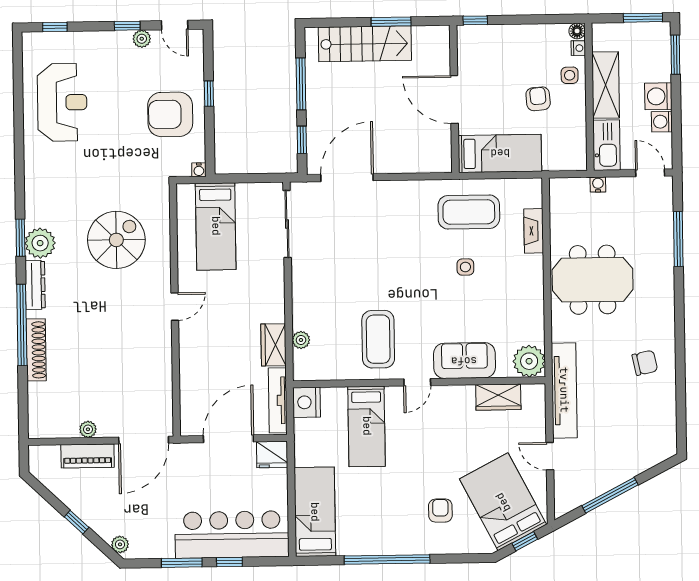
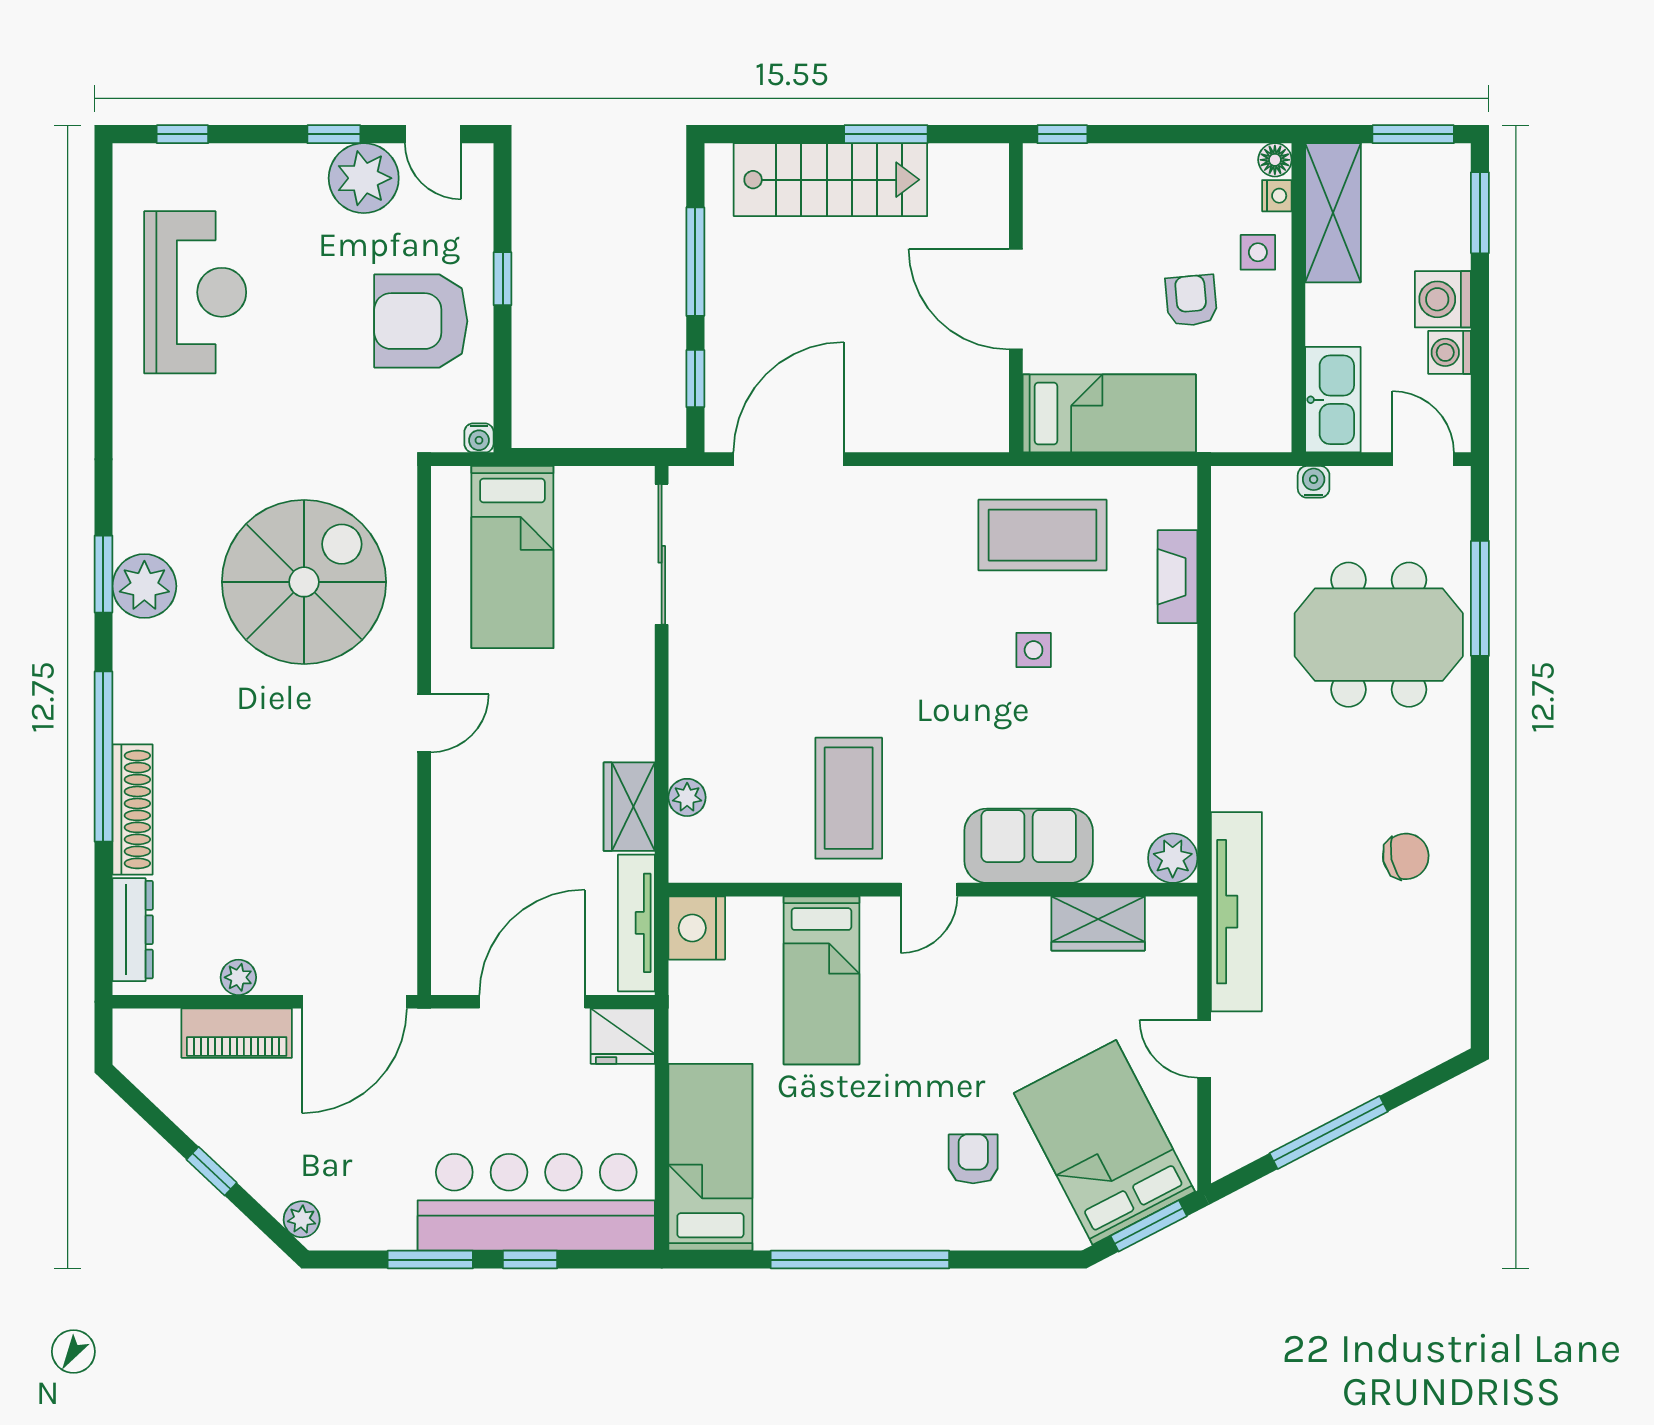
plant: (142, 39) -> (364, 178), width x1.88, depth x1.88
shelving: (606, 85) -> (1333, 213), moved
spiral stairs: (116, 240) -> (304, 582), width x1.37, depth x1.37
meeting table: (593, 280) -> (1379, 635), moved
dresser: (35, 285) -> (133, 930), moved
plant: (529, 361) -> (1173, 858), width x0.73, depth x0.73
window: (525, 541) -> (1149, 1226), width x1.50

